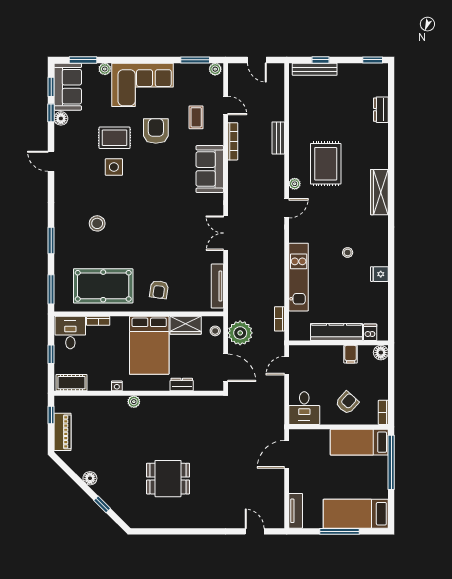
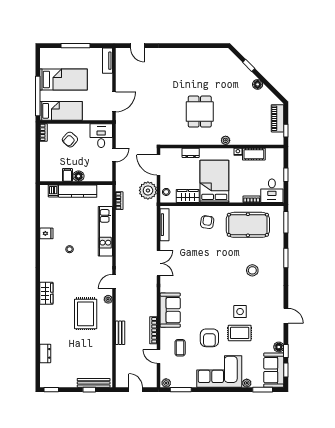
wardrobe: (379, 192) -> (46, 293), width x0.67
floor lamp: (381, 353) -> (79, 176), moved
door: (287, 366) -> (114, 155), moved
cot: (71, 383) -> (254, 154), moved
dining table: (168, 479) -> (200, 112), moved, turned 90
bed: (356, 514) -> (64, 79), moved

